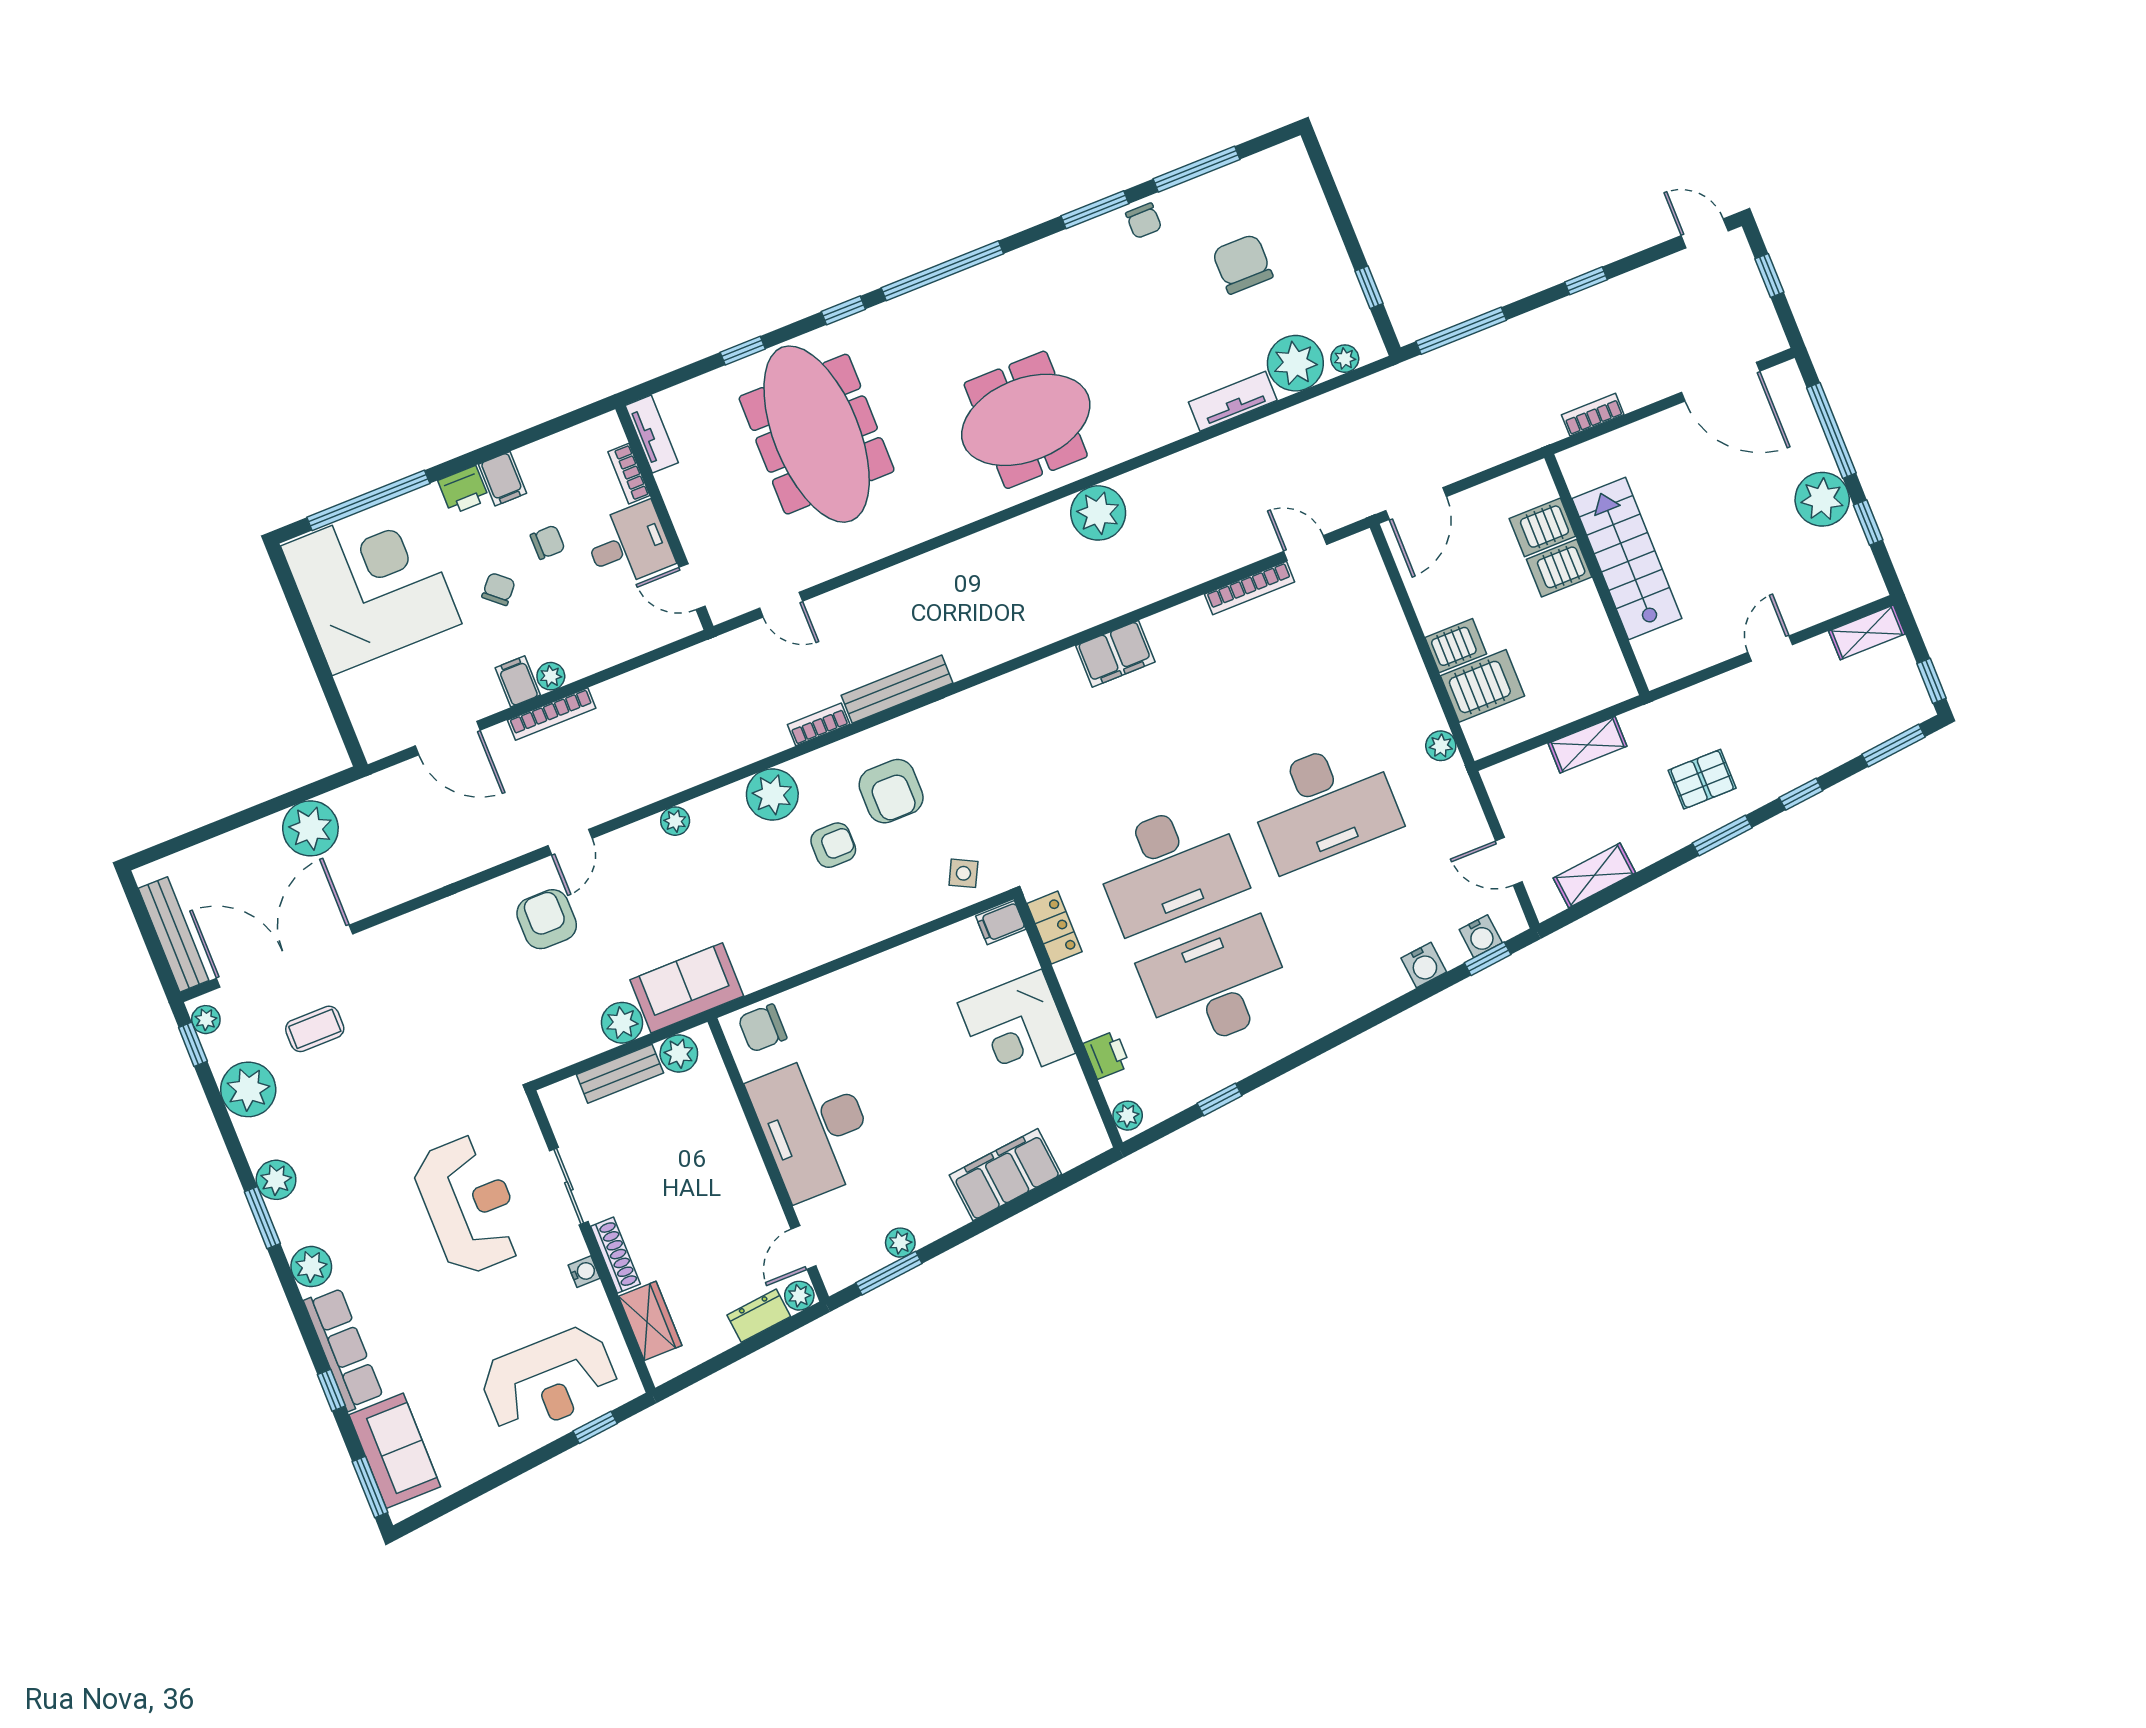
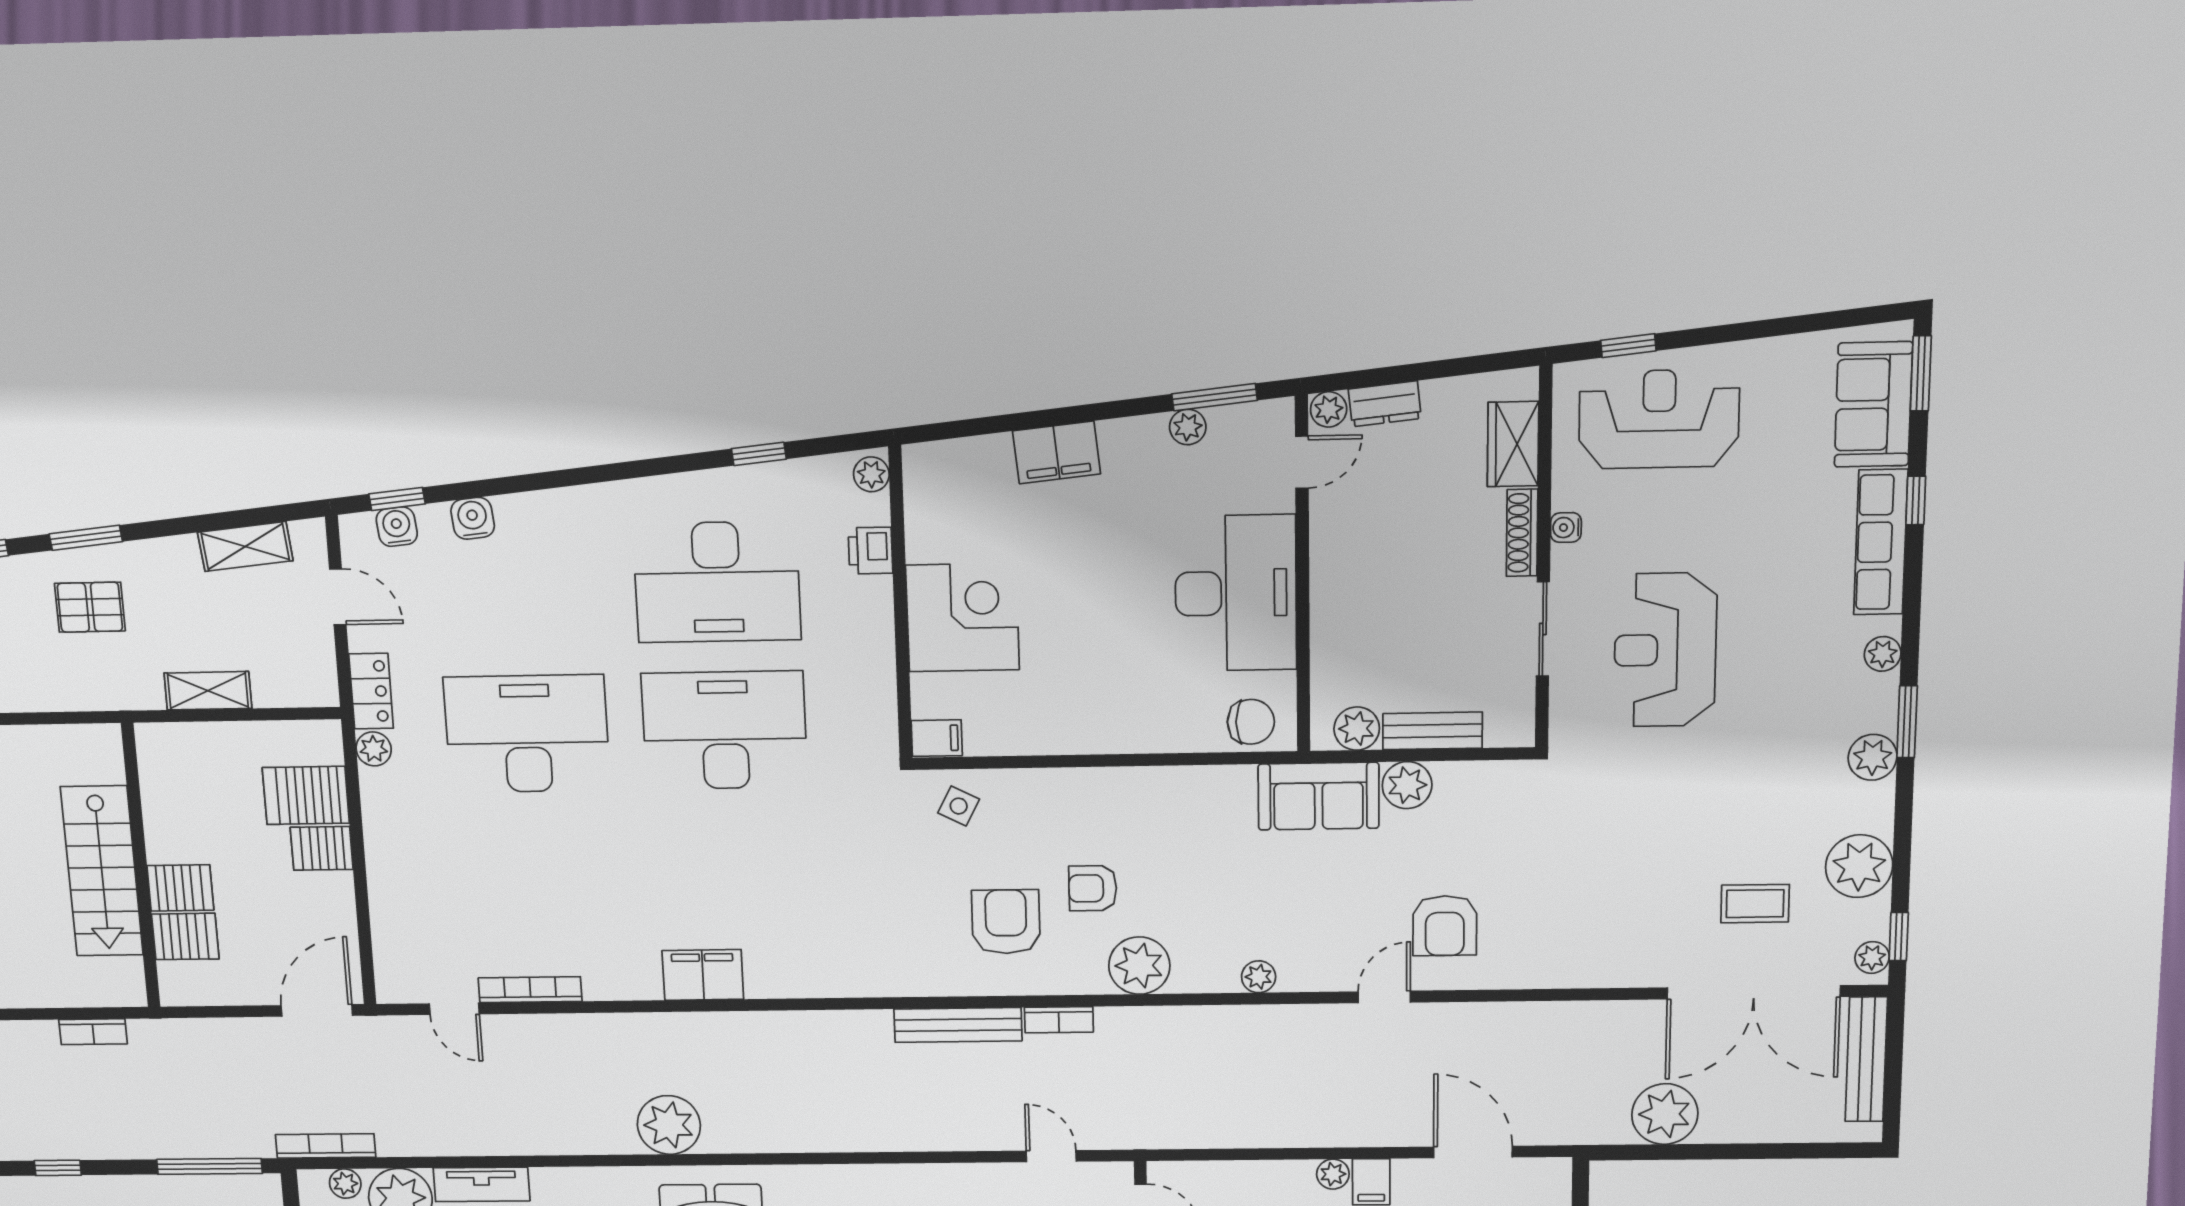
bookcase: (552, 714) -> (326, 1146), moved
locker: (1054, 928) -> (371, 691), moved, turned 180
filing cabinet: (1005, 1175) -> (1057, 452), width x0.67, depth x0.86
plant: (311, 1267) -> (1883, 654), width x0.73, depth x0.73

